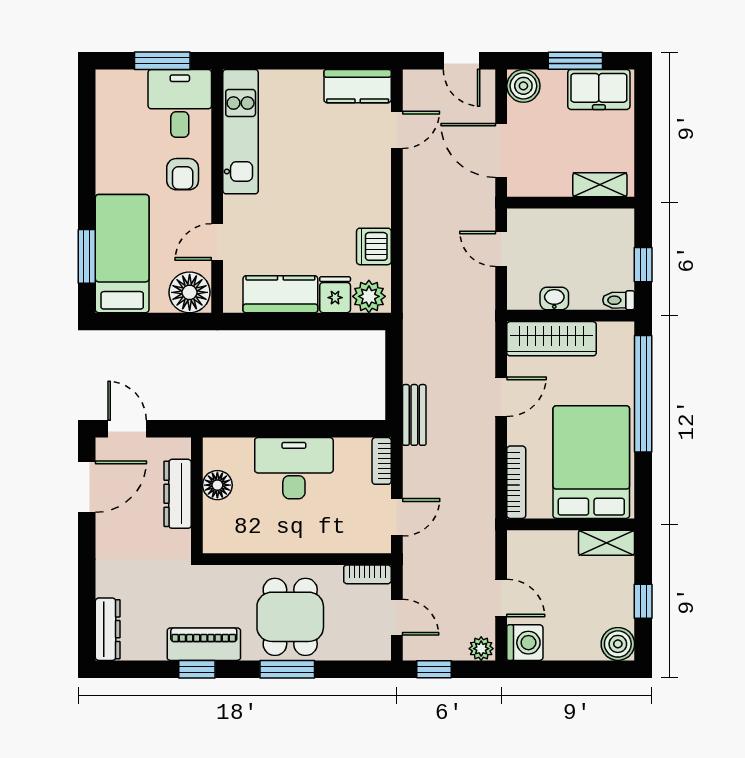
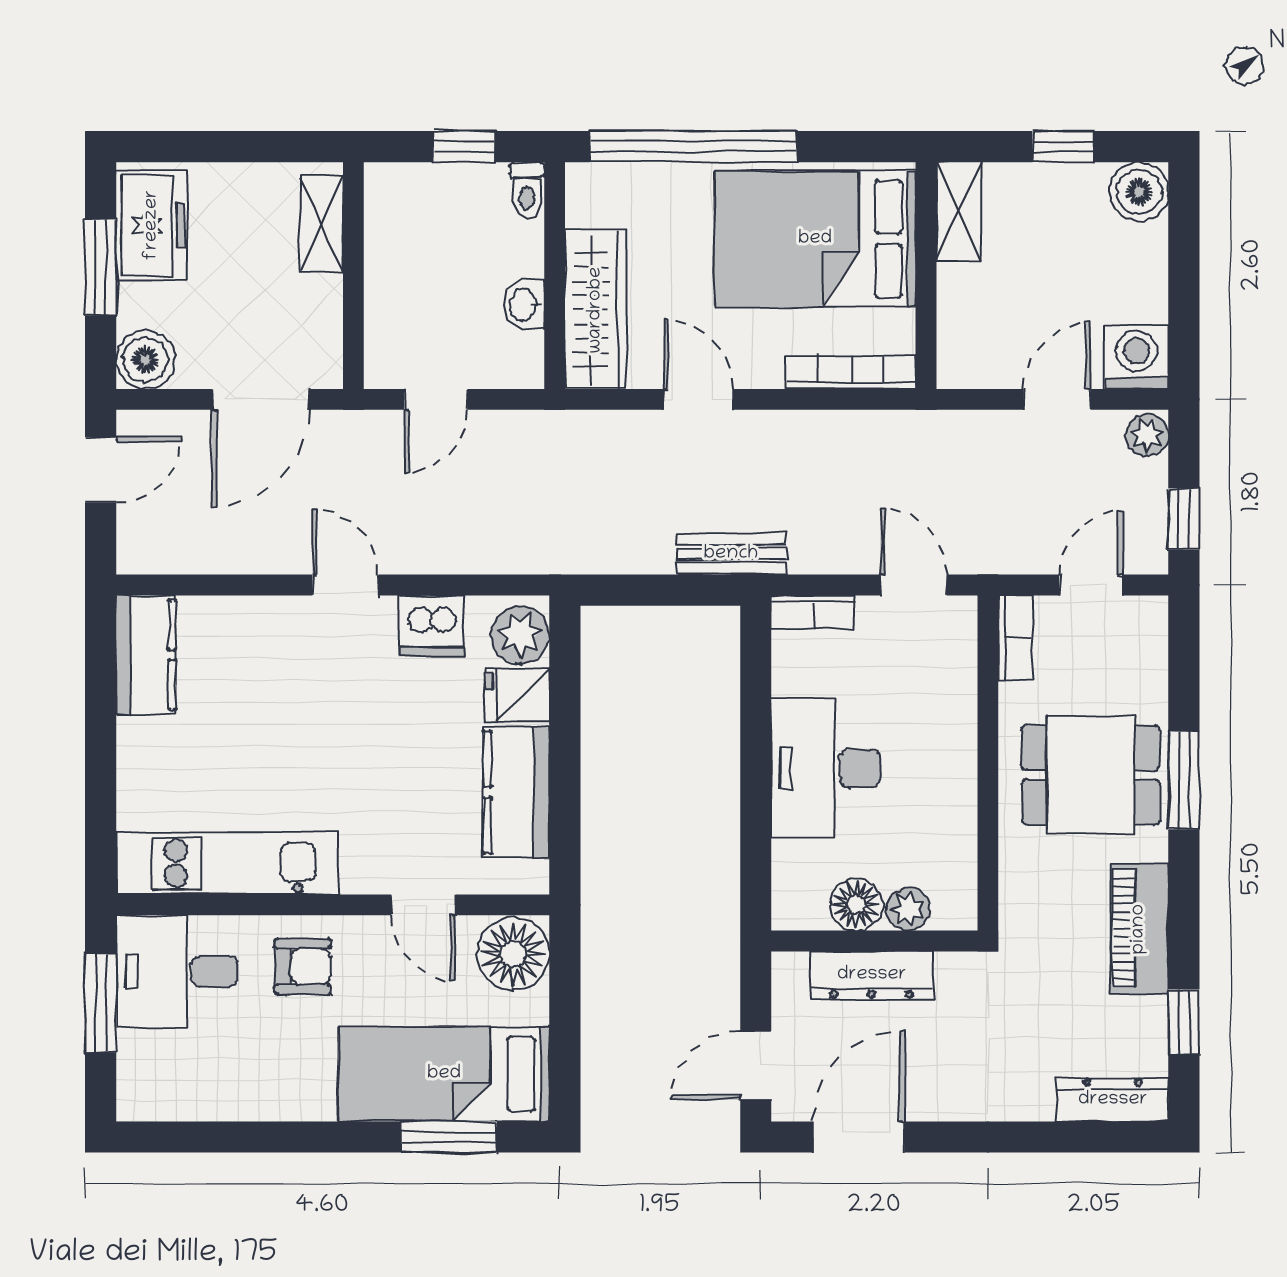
door: (397, 130) -> (345, 585), moved
door: (87, 487) -> (859, 1137), hinge flipped
plant: (215, 514) -> (908, 909), added
window: (197, 669) -> (1184, 1022), moved

